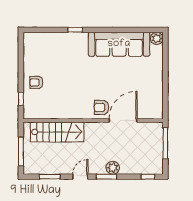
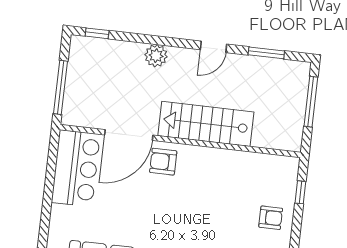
bar counter: (151, 98) -> (76, 168), added
armchair: (102, 107) -> (163, 162), turned 180
stairs: (57, 132) -> (206, 124), moved
window: (107, 177) -> (168, 42), removed

